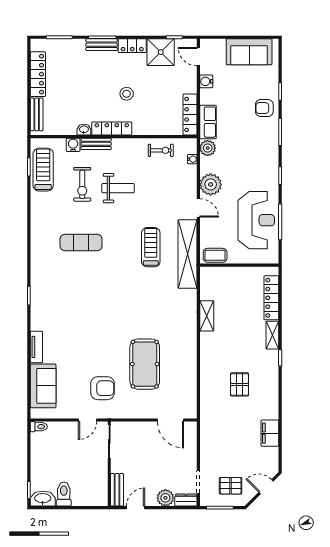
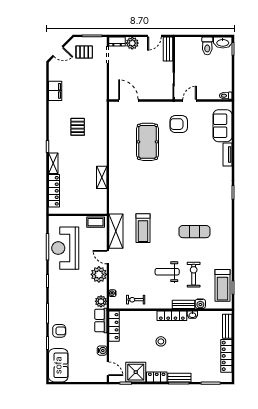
sofa: (249, 52) -> (58, 365), moved, turned 90
shelving: (188, 254) -> (116, 231), width x0.68

